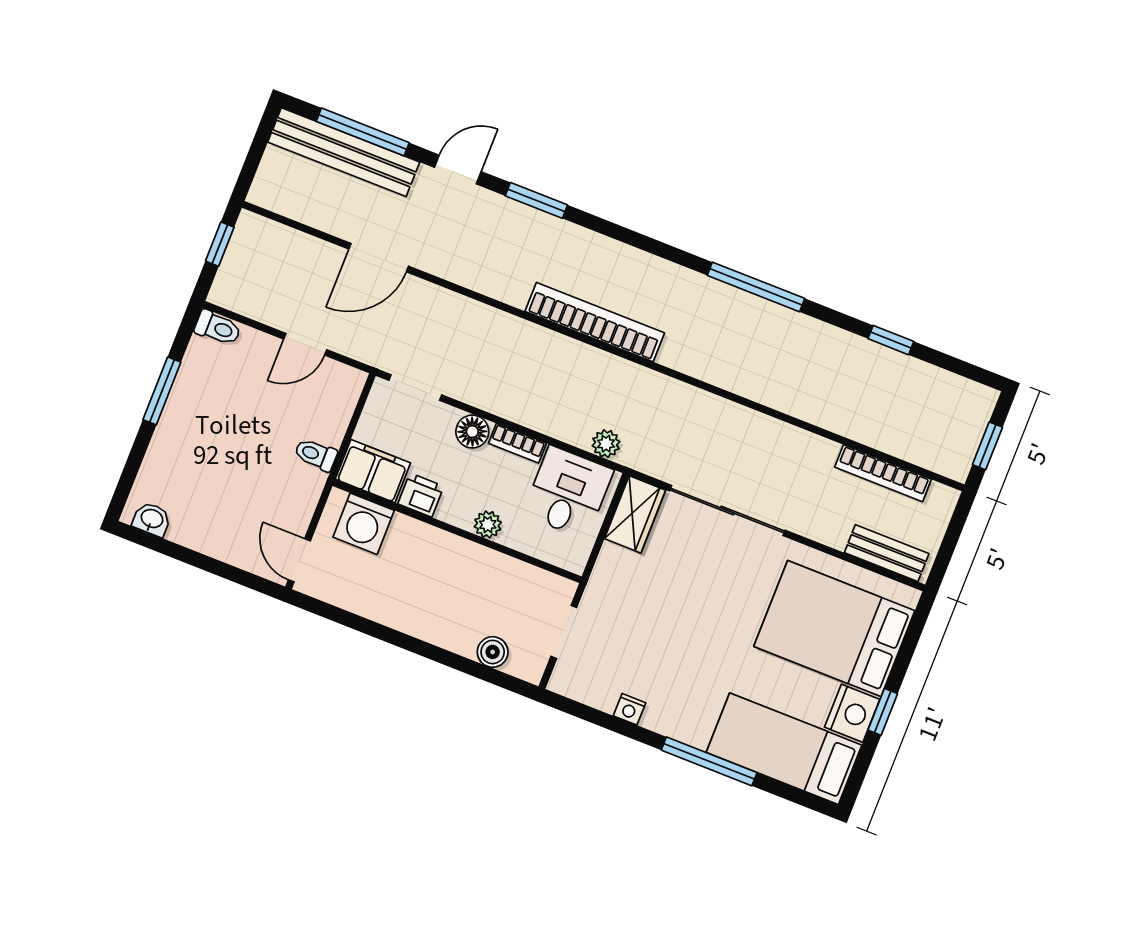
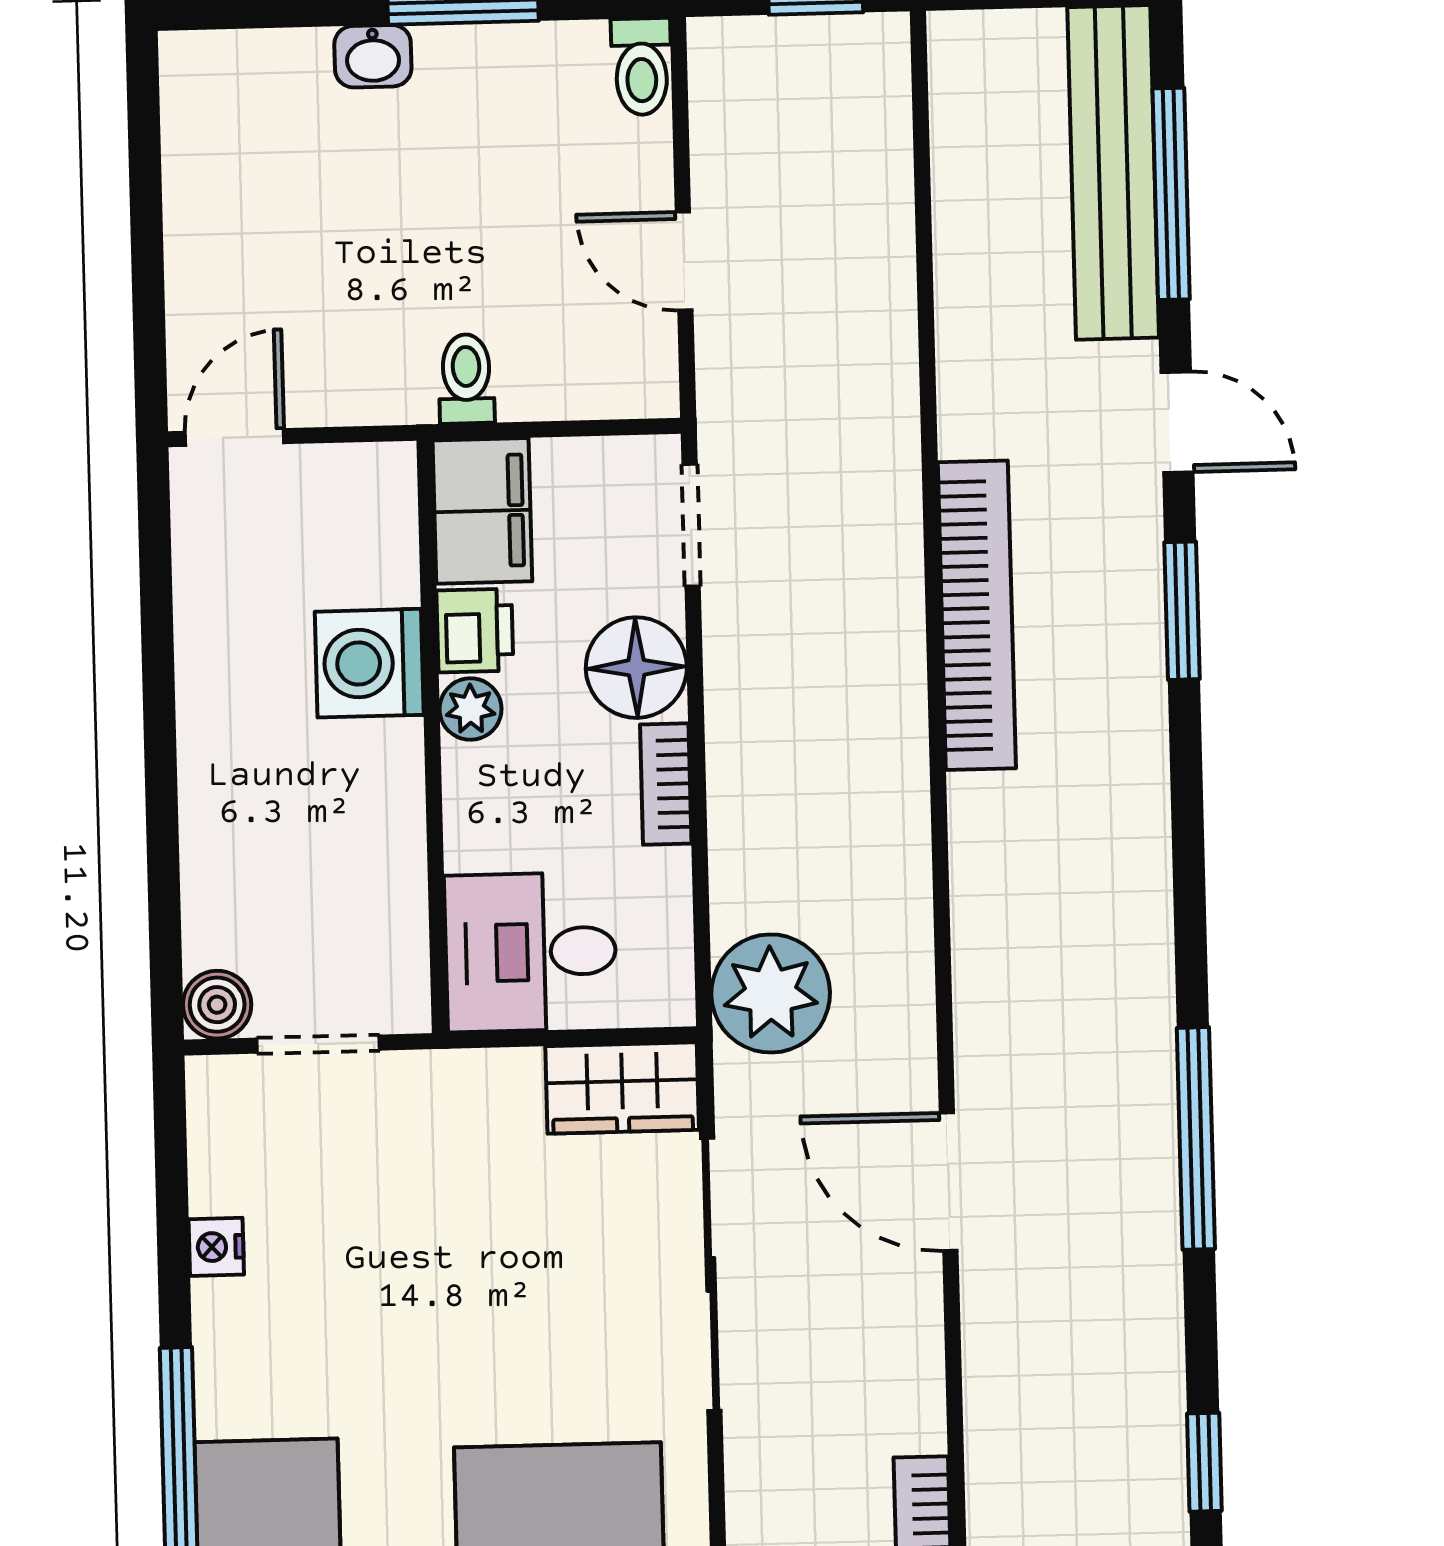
door: (379, 258) -> (949, 1182), moved
bookcase: (595, 322) -> (977, 615), moved
floor lamp: (472, 432) -> (636, 668), width x1.38, depth x1.38
plant: (606, 444) -> (771, 993), width x1.88, depth x1.88
desk: (568, 492) -> (531, 952), moved, turned 180
washbasin: (152, 519) -> (373, 56), moved, turned 90
washing machine: (364, 524) -> (369, 663), moved
plant: (488, 525) -> (470, 709), moved
boiler: (493, 652) -> (217, 1005), moved

